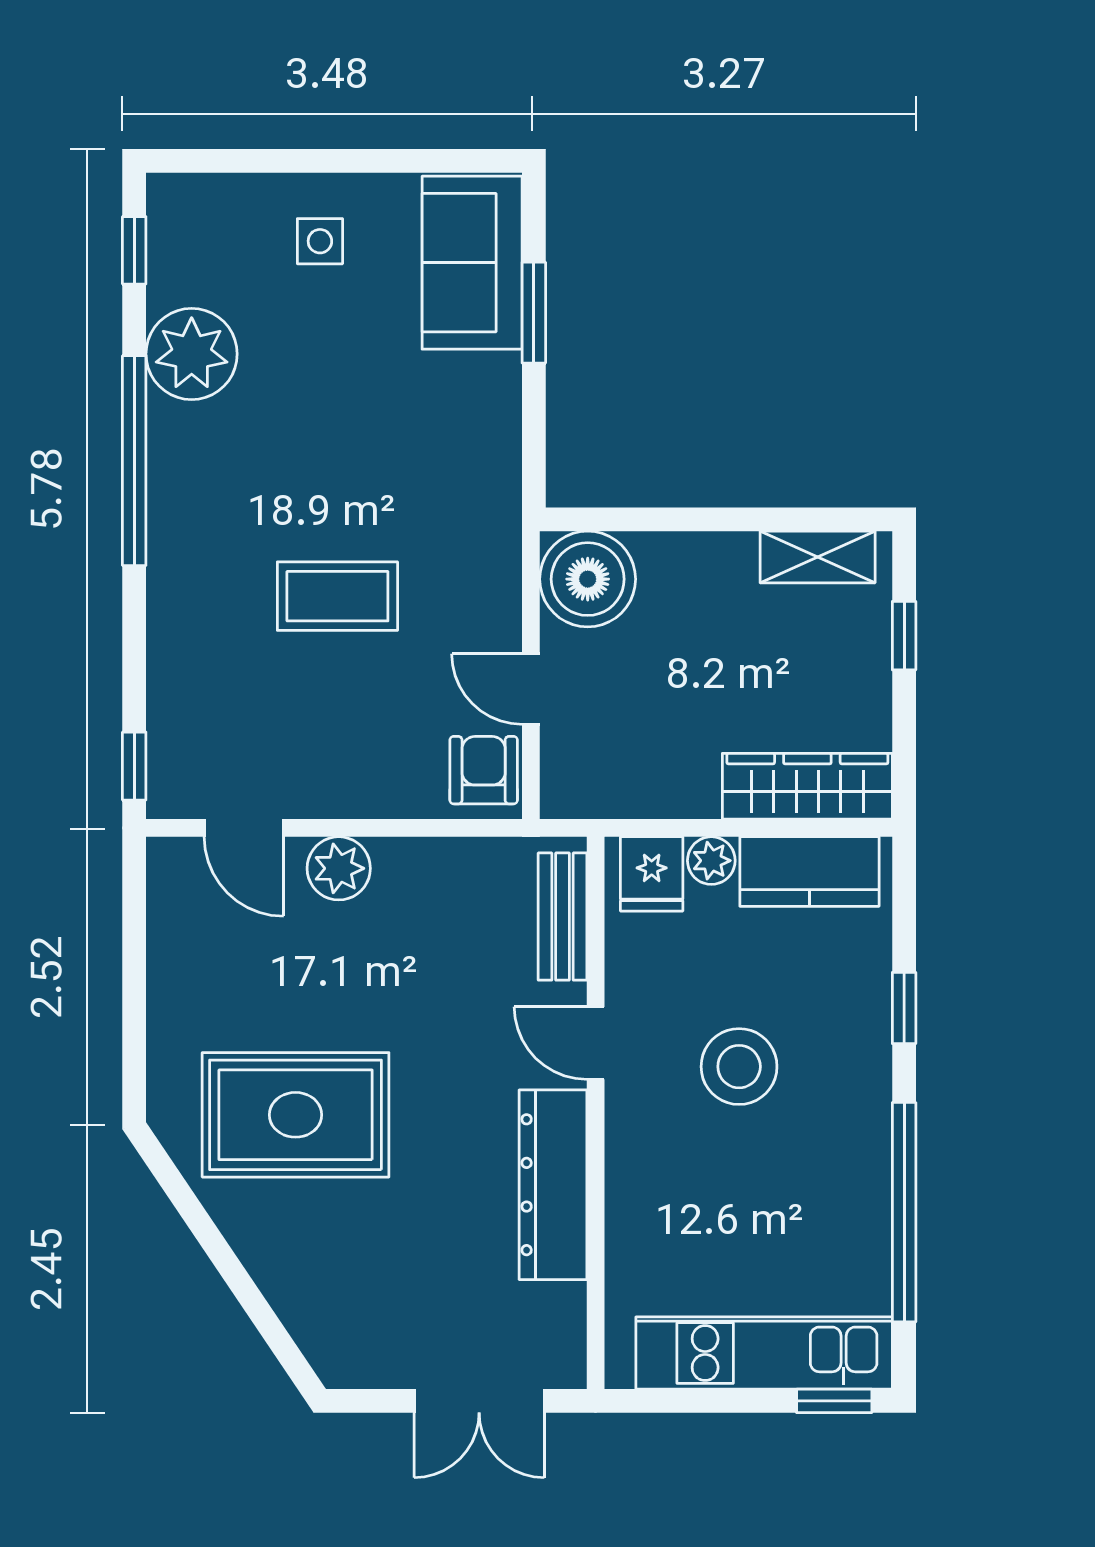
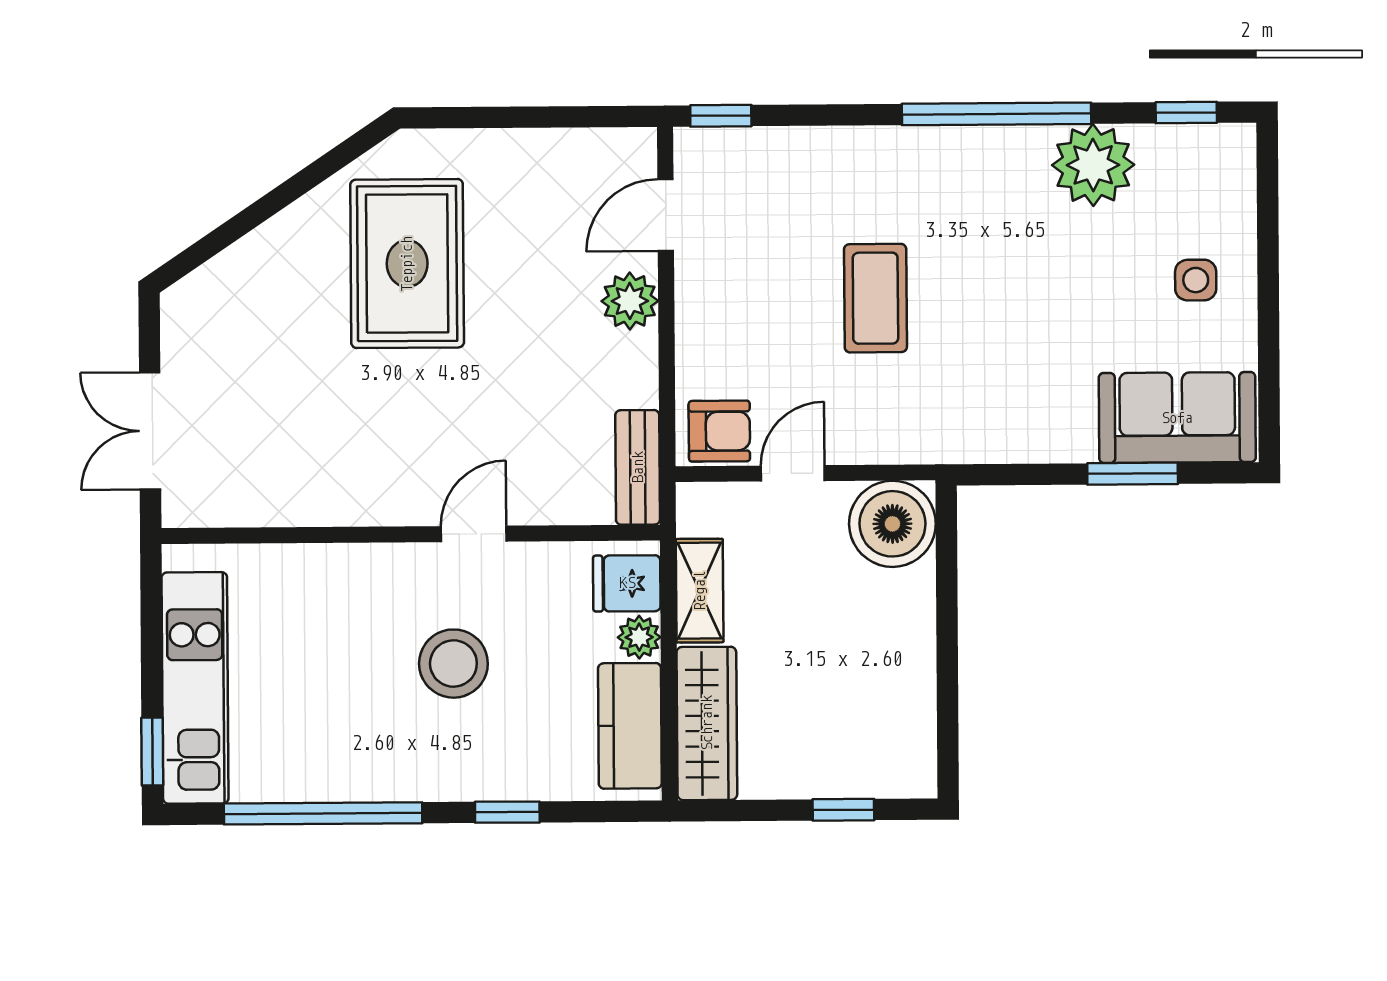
shelving: (818, 557) -> (700, 591), moved
bench: (562, 917) -> (638, 467), moved, turned 90
dresser: (553, 1185) -> (346, 496), removed

